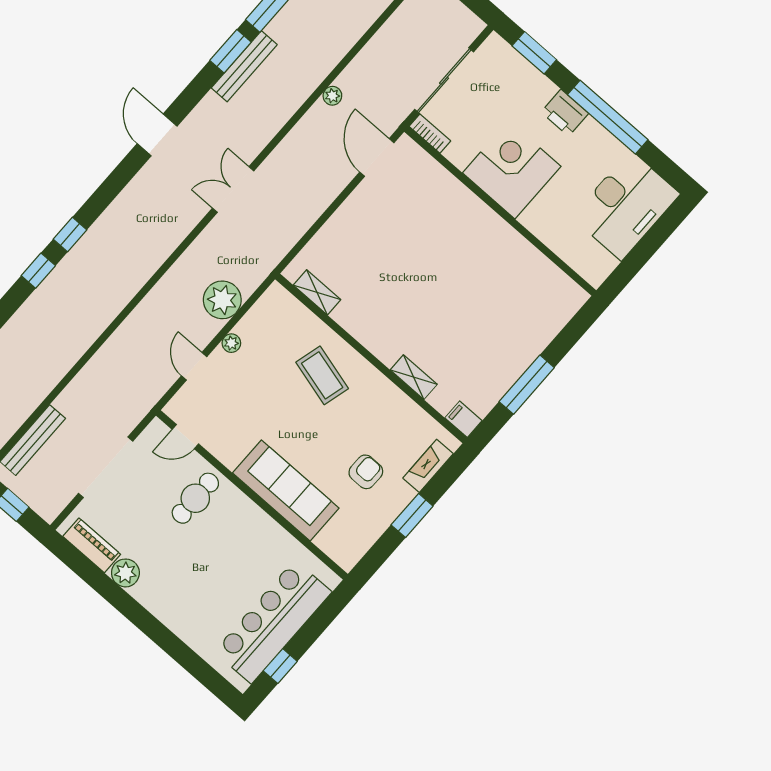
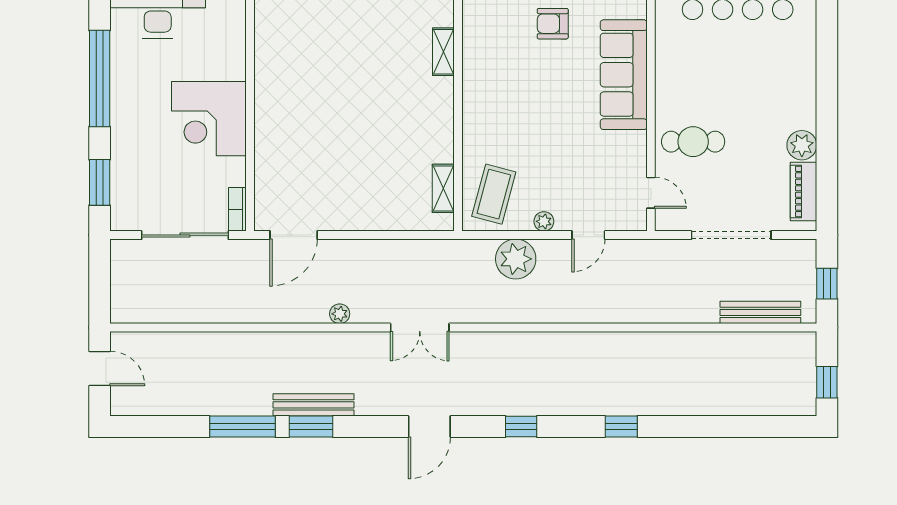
plant: (332, 96) -> (340, 314), moved
printer: (565, 113) -> (126, 116), removed
window: (70, 235) -> (521, 427), moved
coffee table: (322, 375) -> (494, 194), moved

